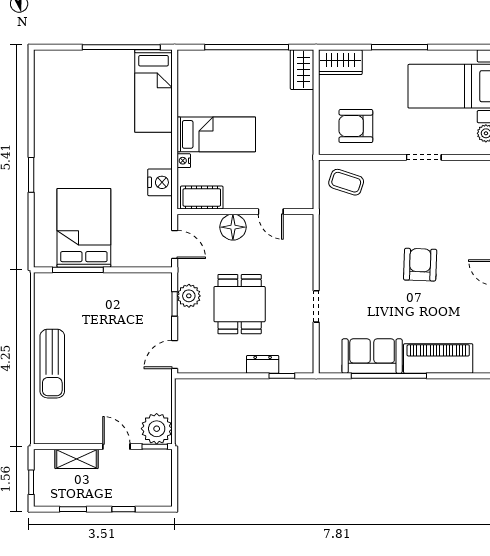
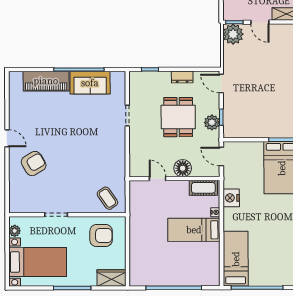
wardrobe: (302, 70) -> (137, 273), removed
coffee table: (346, 182) -> (107, 198), turned 37
armchair: (420, 265) -> (34, 164), moved, turned -123
door: (175, 355) -> (221, 83), swing flipped
dresser: (263, 364) -> (182, 77), moved

